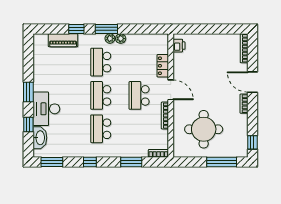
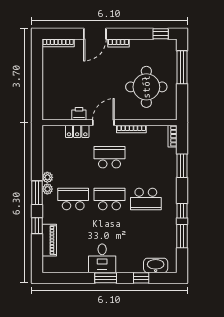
printer: (179, 46) -> (79, 114), moved
school desk: (101, 62) -> (73, 199), turned 180
school desk: (101, 95) -> (110, 199), turned 180
school desk: (139, 95) -> (110, 157), turned 180
desk: (46, 109) -> (102, 258), moved, width x0.73
window: (52, 162) -> (182, 236), moved

